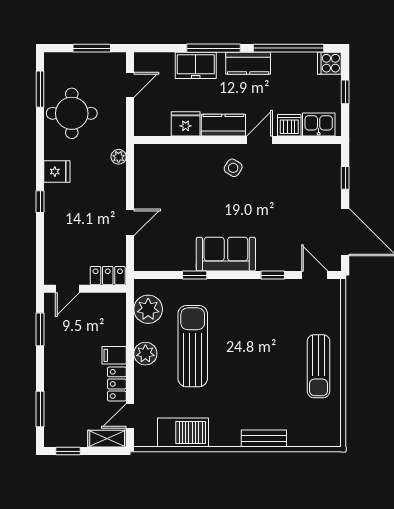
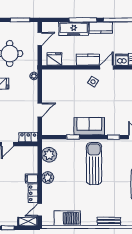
freezer: (196, 65) -> (74, 29), width x1.40
fridge: (186, 124) -> (54, 59), moved
sun lounger: (193, 346) -> (94, 164), moved

